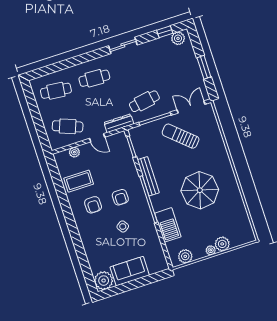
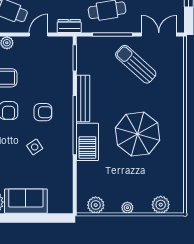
dresser: (119, 123) -> (69, 26), width x0.70
door: (97, 138) -> (39, 35), swing flipped
armchair: (120, 197) -> (43, 112), turned -90
barbecue: (168, 225) -> (87, 142), moved
plant: (222, 244) -> (161, 205), moved

